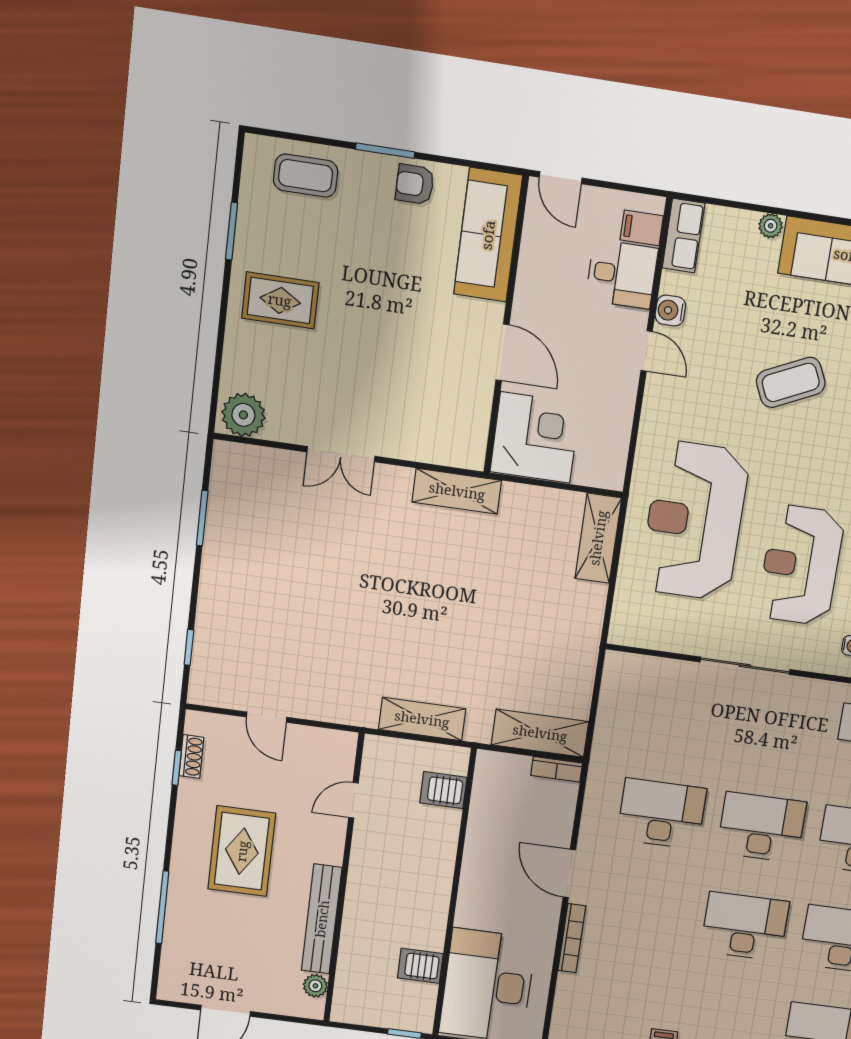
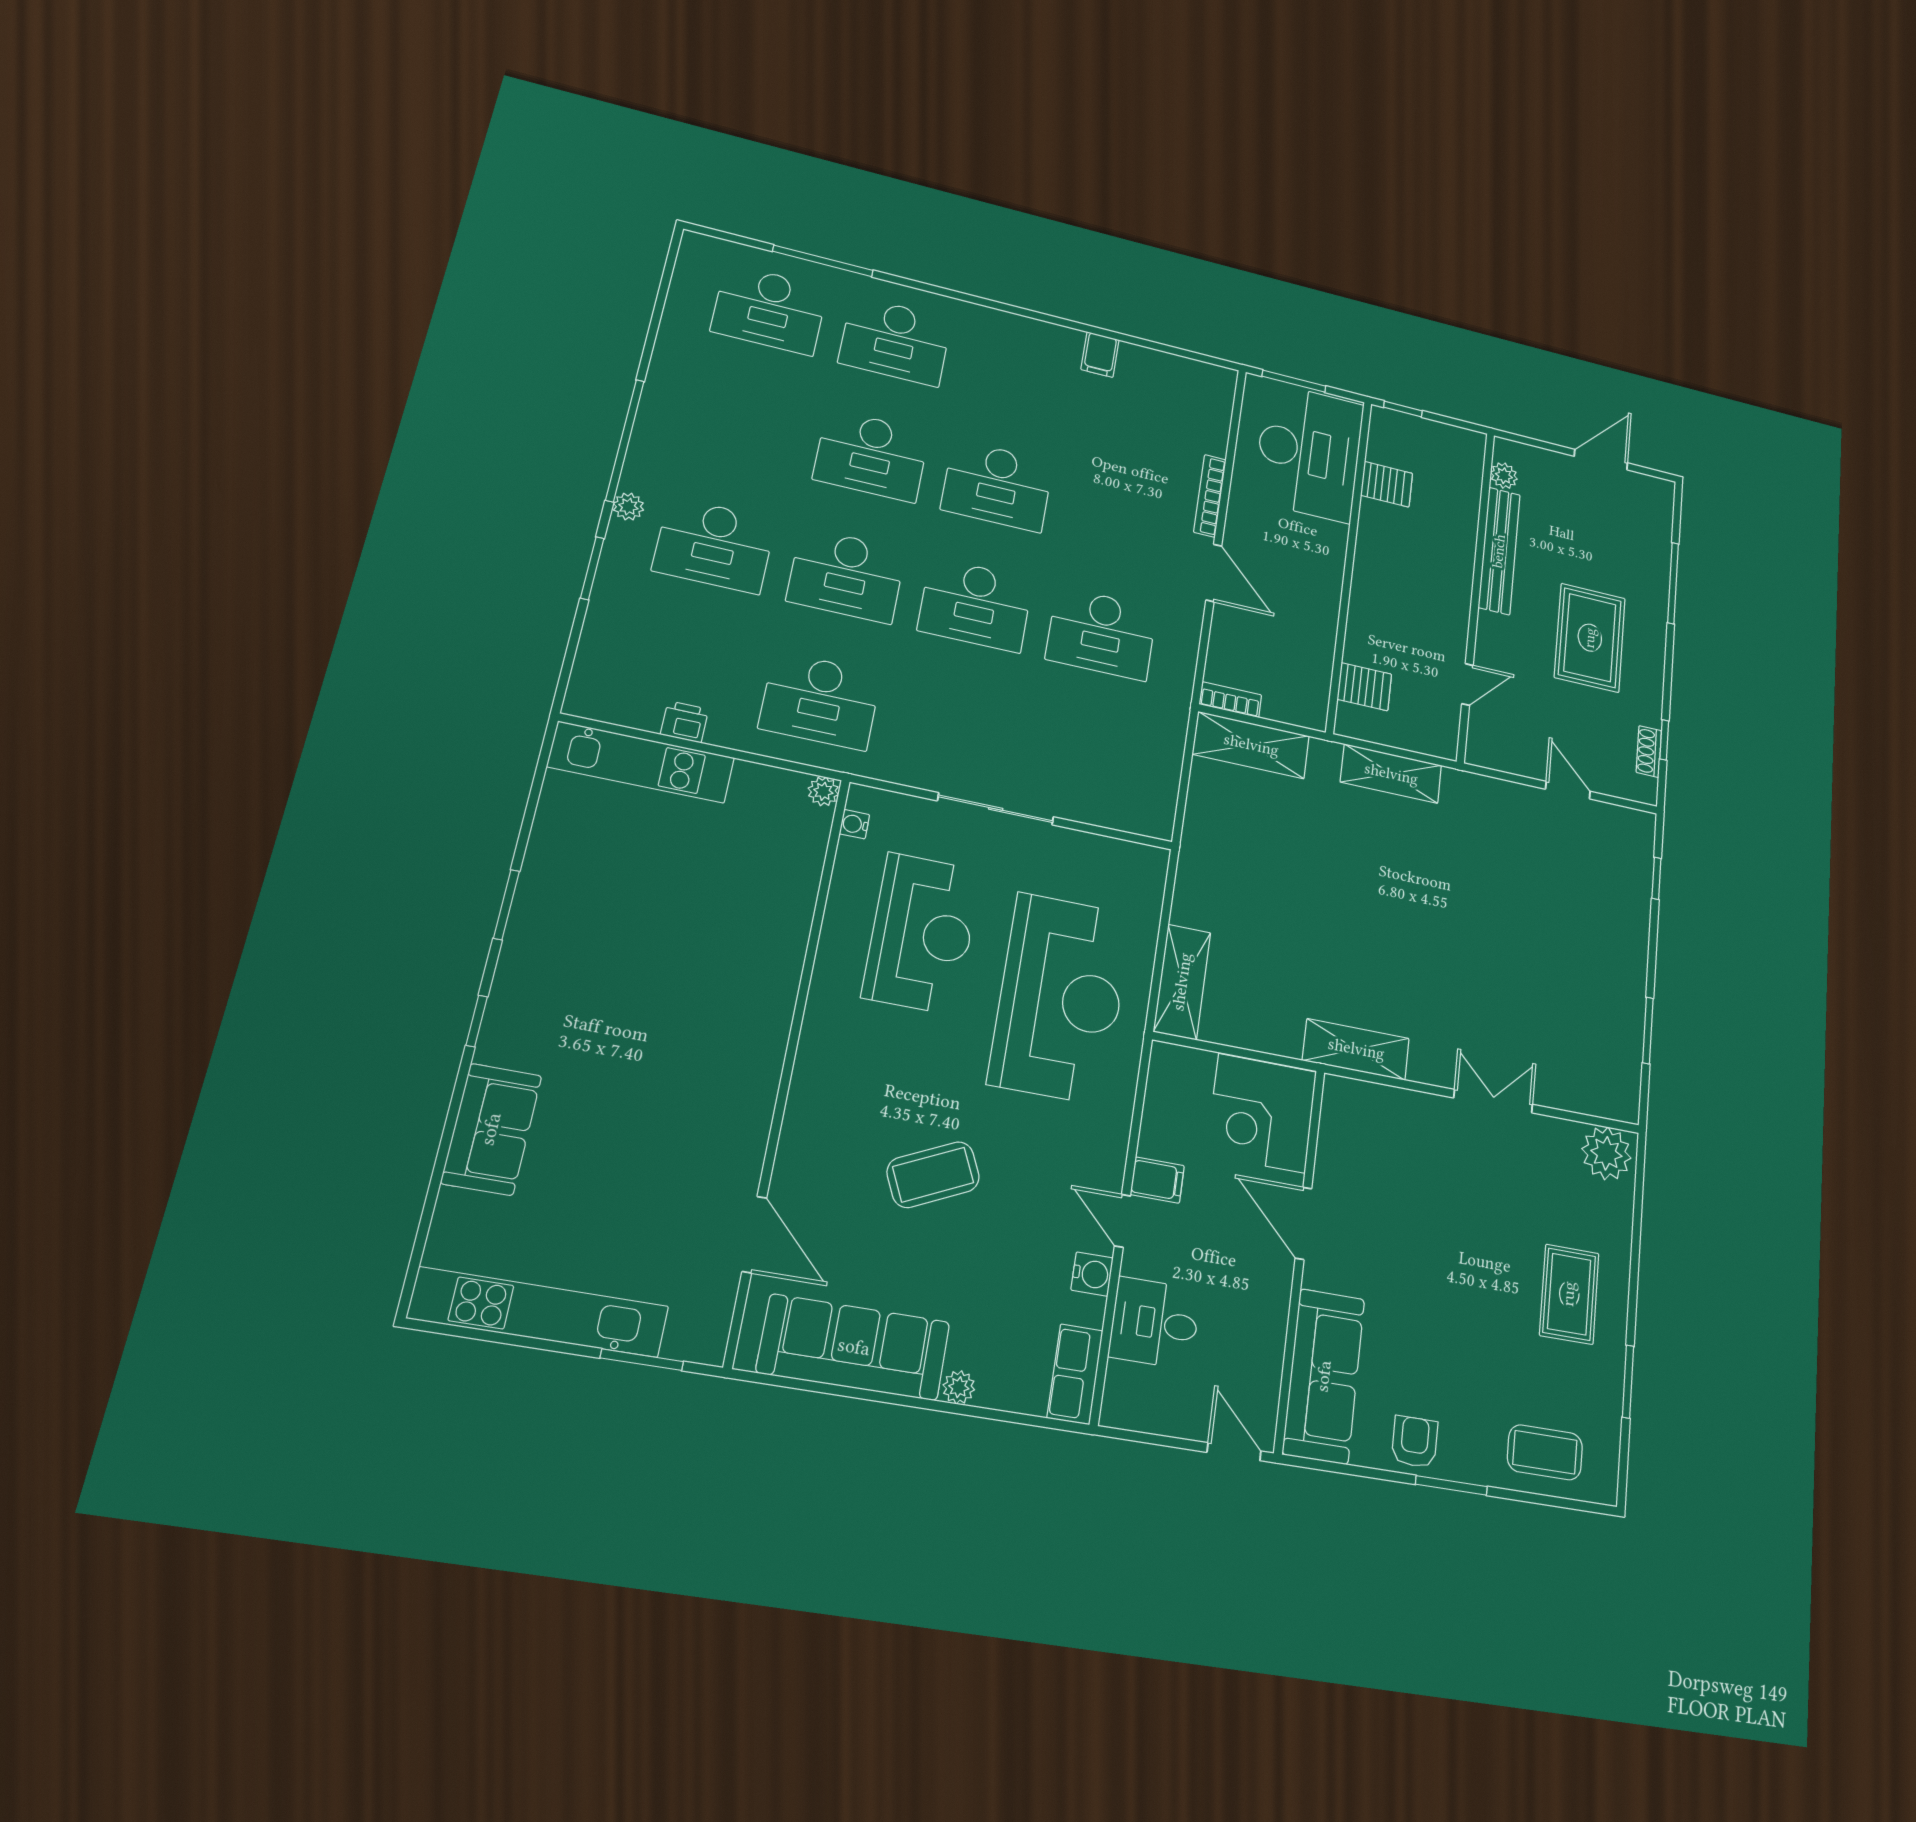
armchair: (415, 184) -> (1415, 1442), turned -90
filing cabinet: (642, 228) -> (1157, 1180), moved
rug: (280, 300) -> (1569, 1294), turned 90

